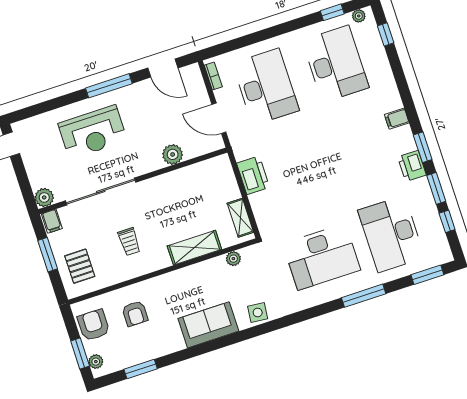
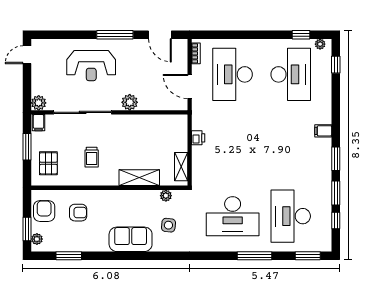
desk: (266, 87) -> (233, 74), turned 180
plant: (173, 154) -> (130, 102), moved
printer: (412, 166) -> (323, 170), removed
printer: (253, 175) -> (198, 138), width x0.53, depth x0.68
armchair: (135, 313) -> (78, 213), turned -90
side table: (258, 313) -> (168, 225), moved

